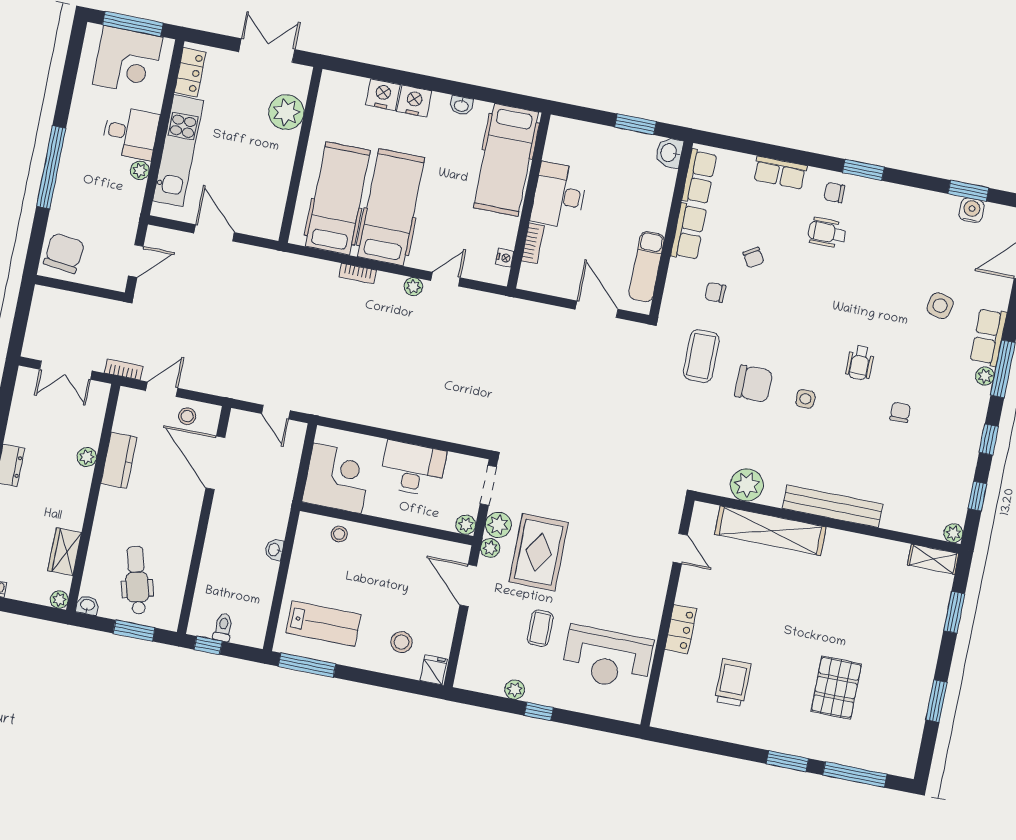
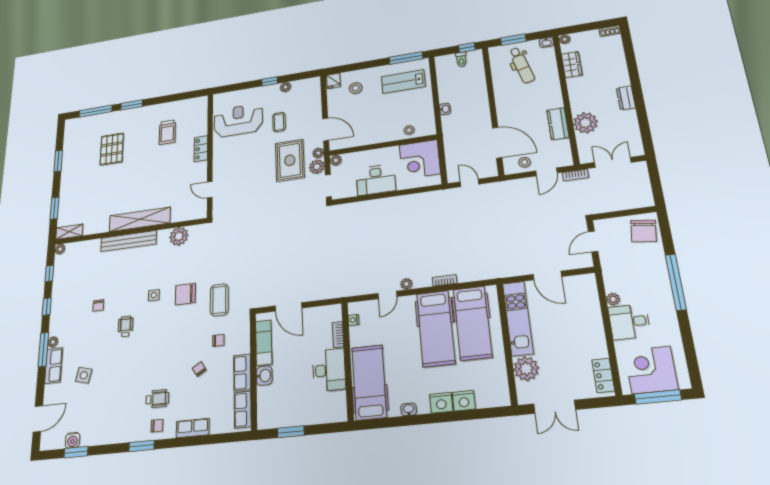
kitchen unit: (178, 151) -> (518, 318), moved, turned 180
washbasin: (669, 153) -> (264, 376), moved
plant: (87, 457) -> (585, 123), width x1.87, depth x1.87
shelving: (770, 531) -> (140, 219), moved

